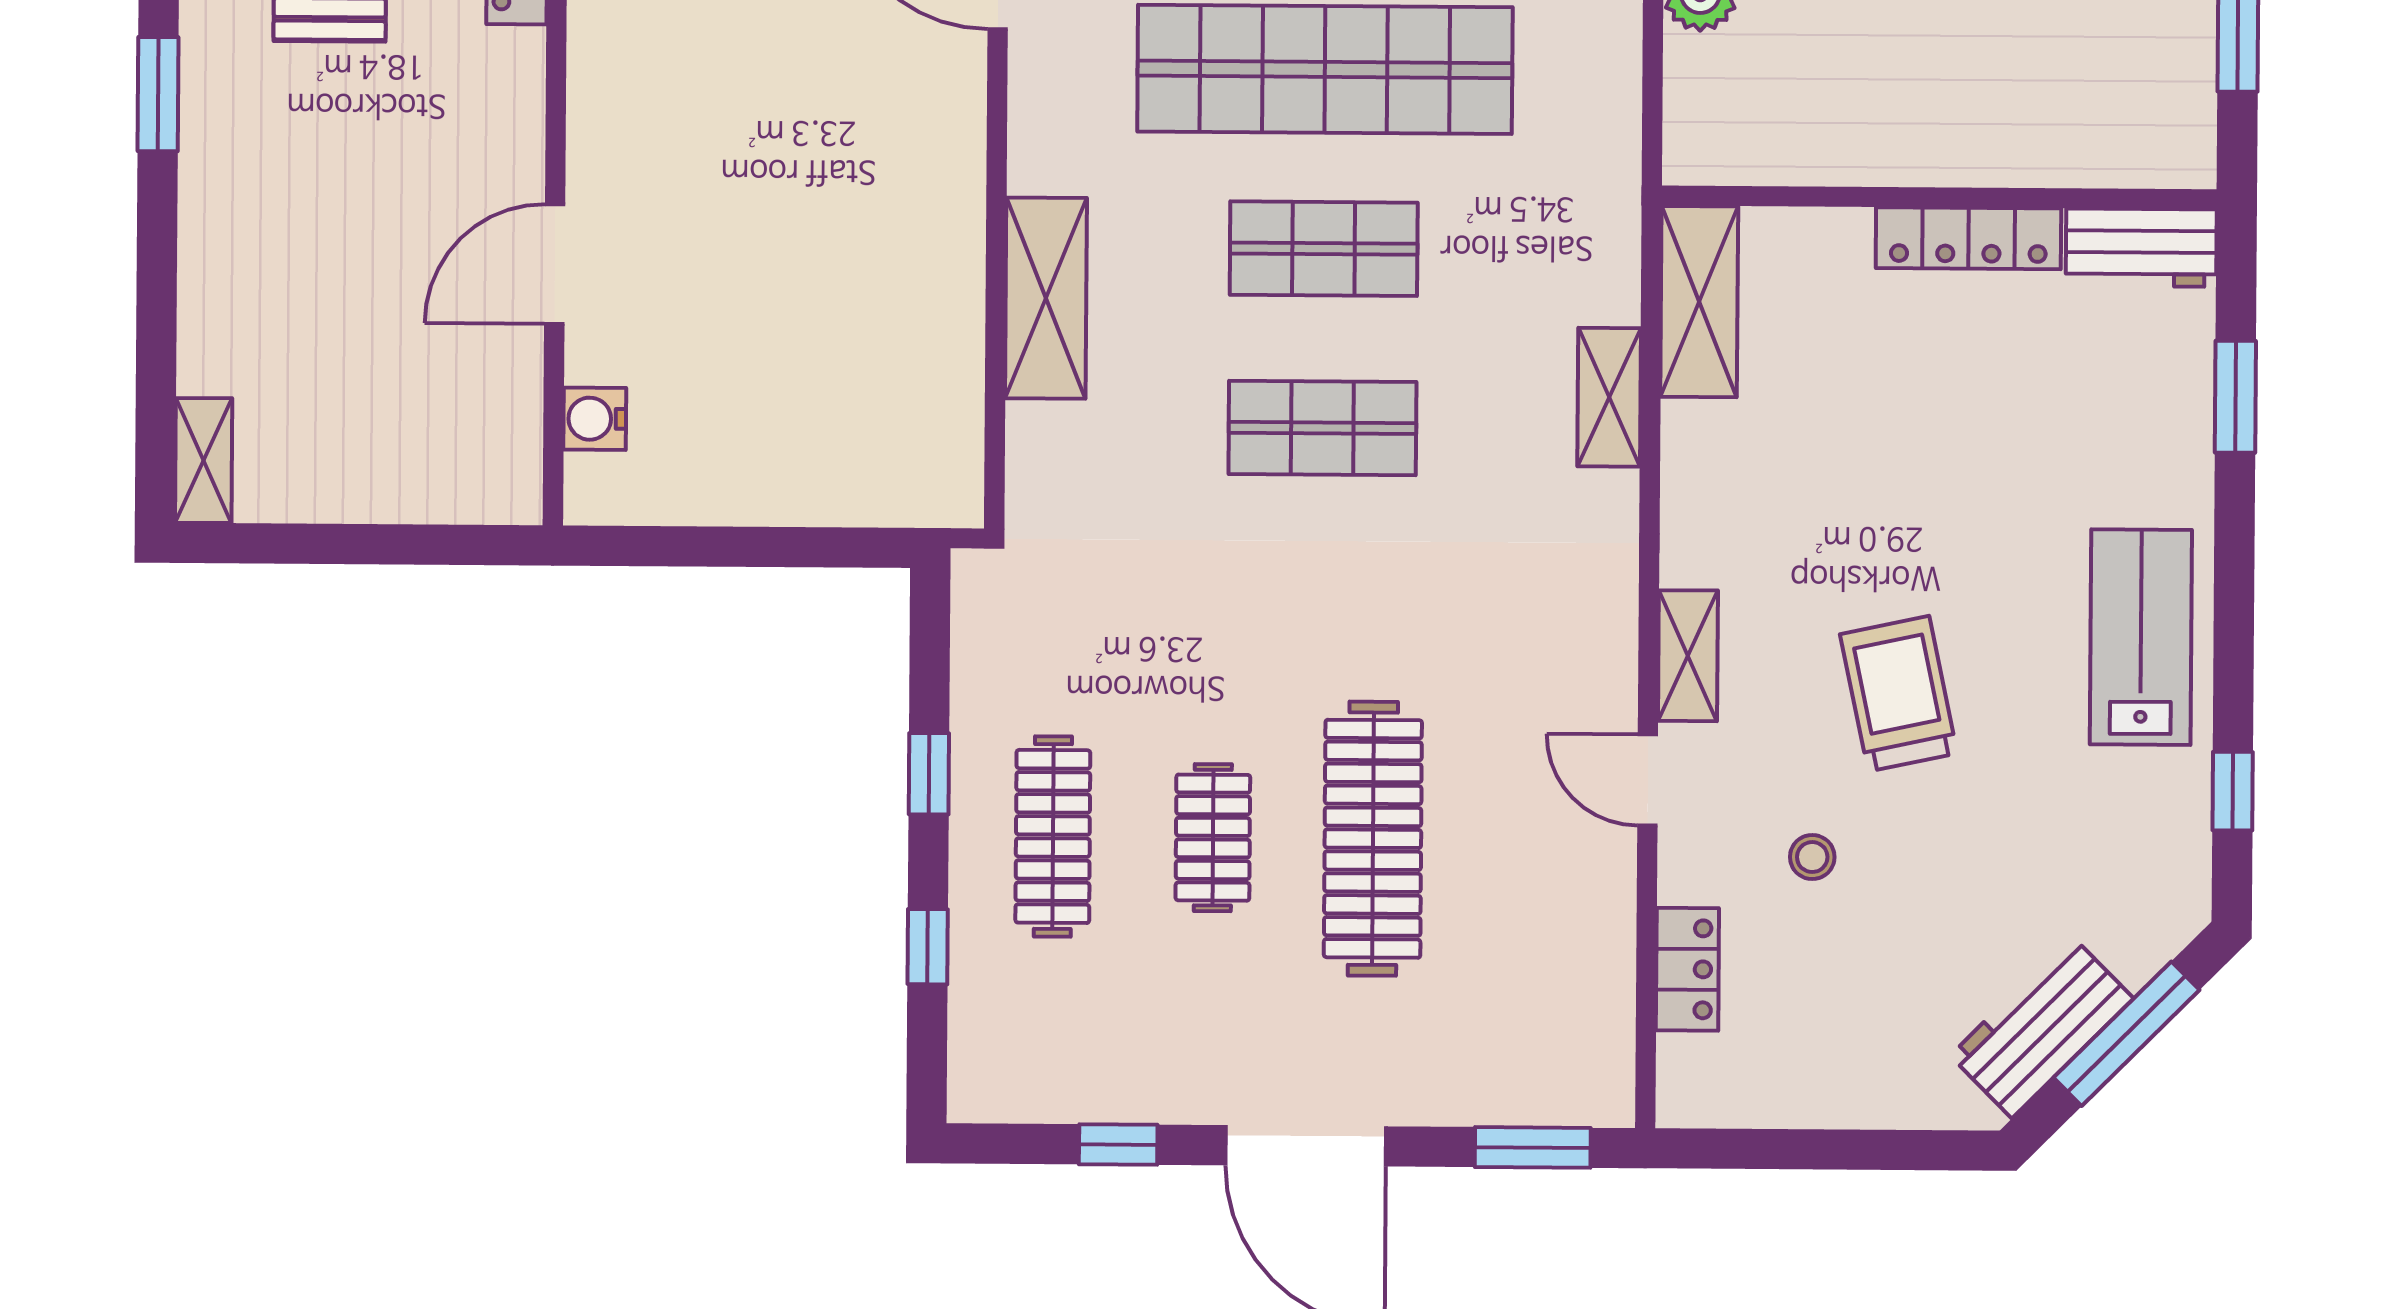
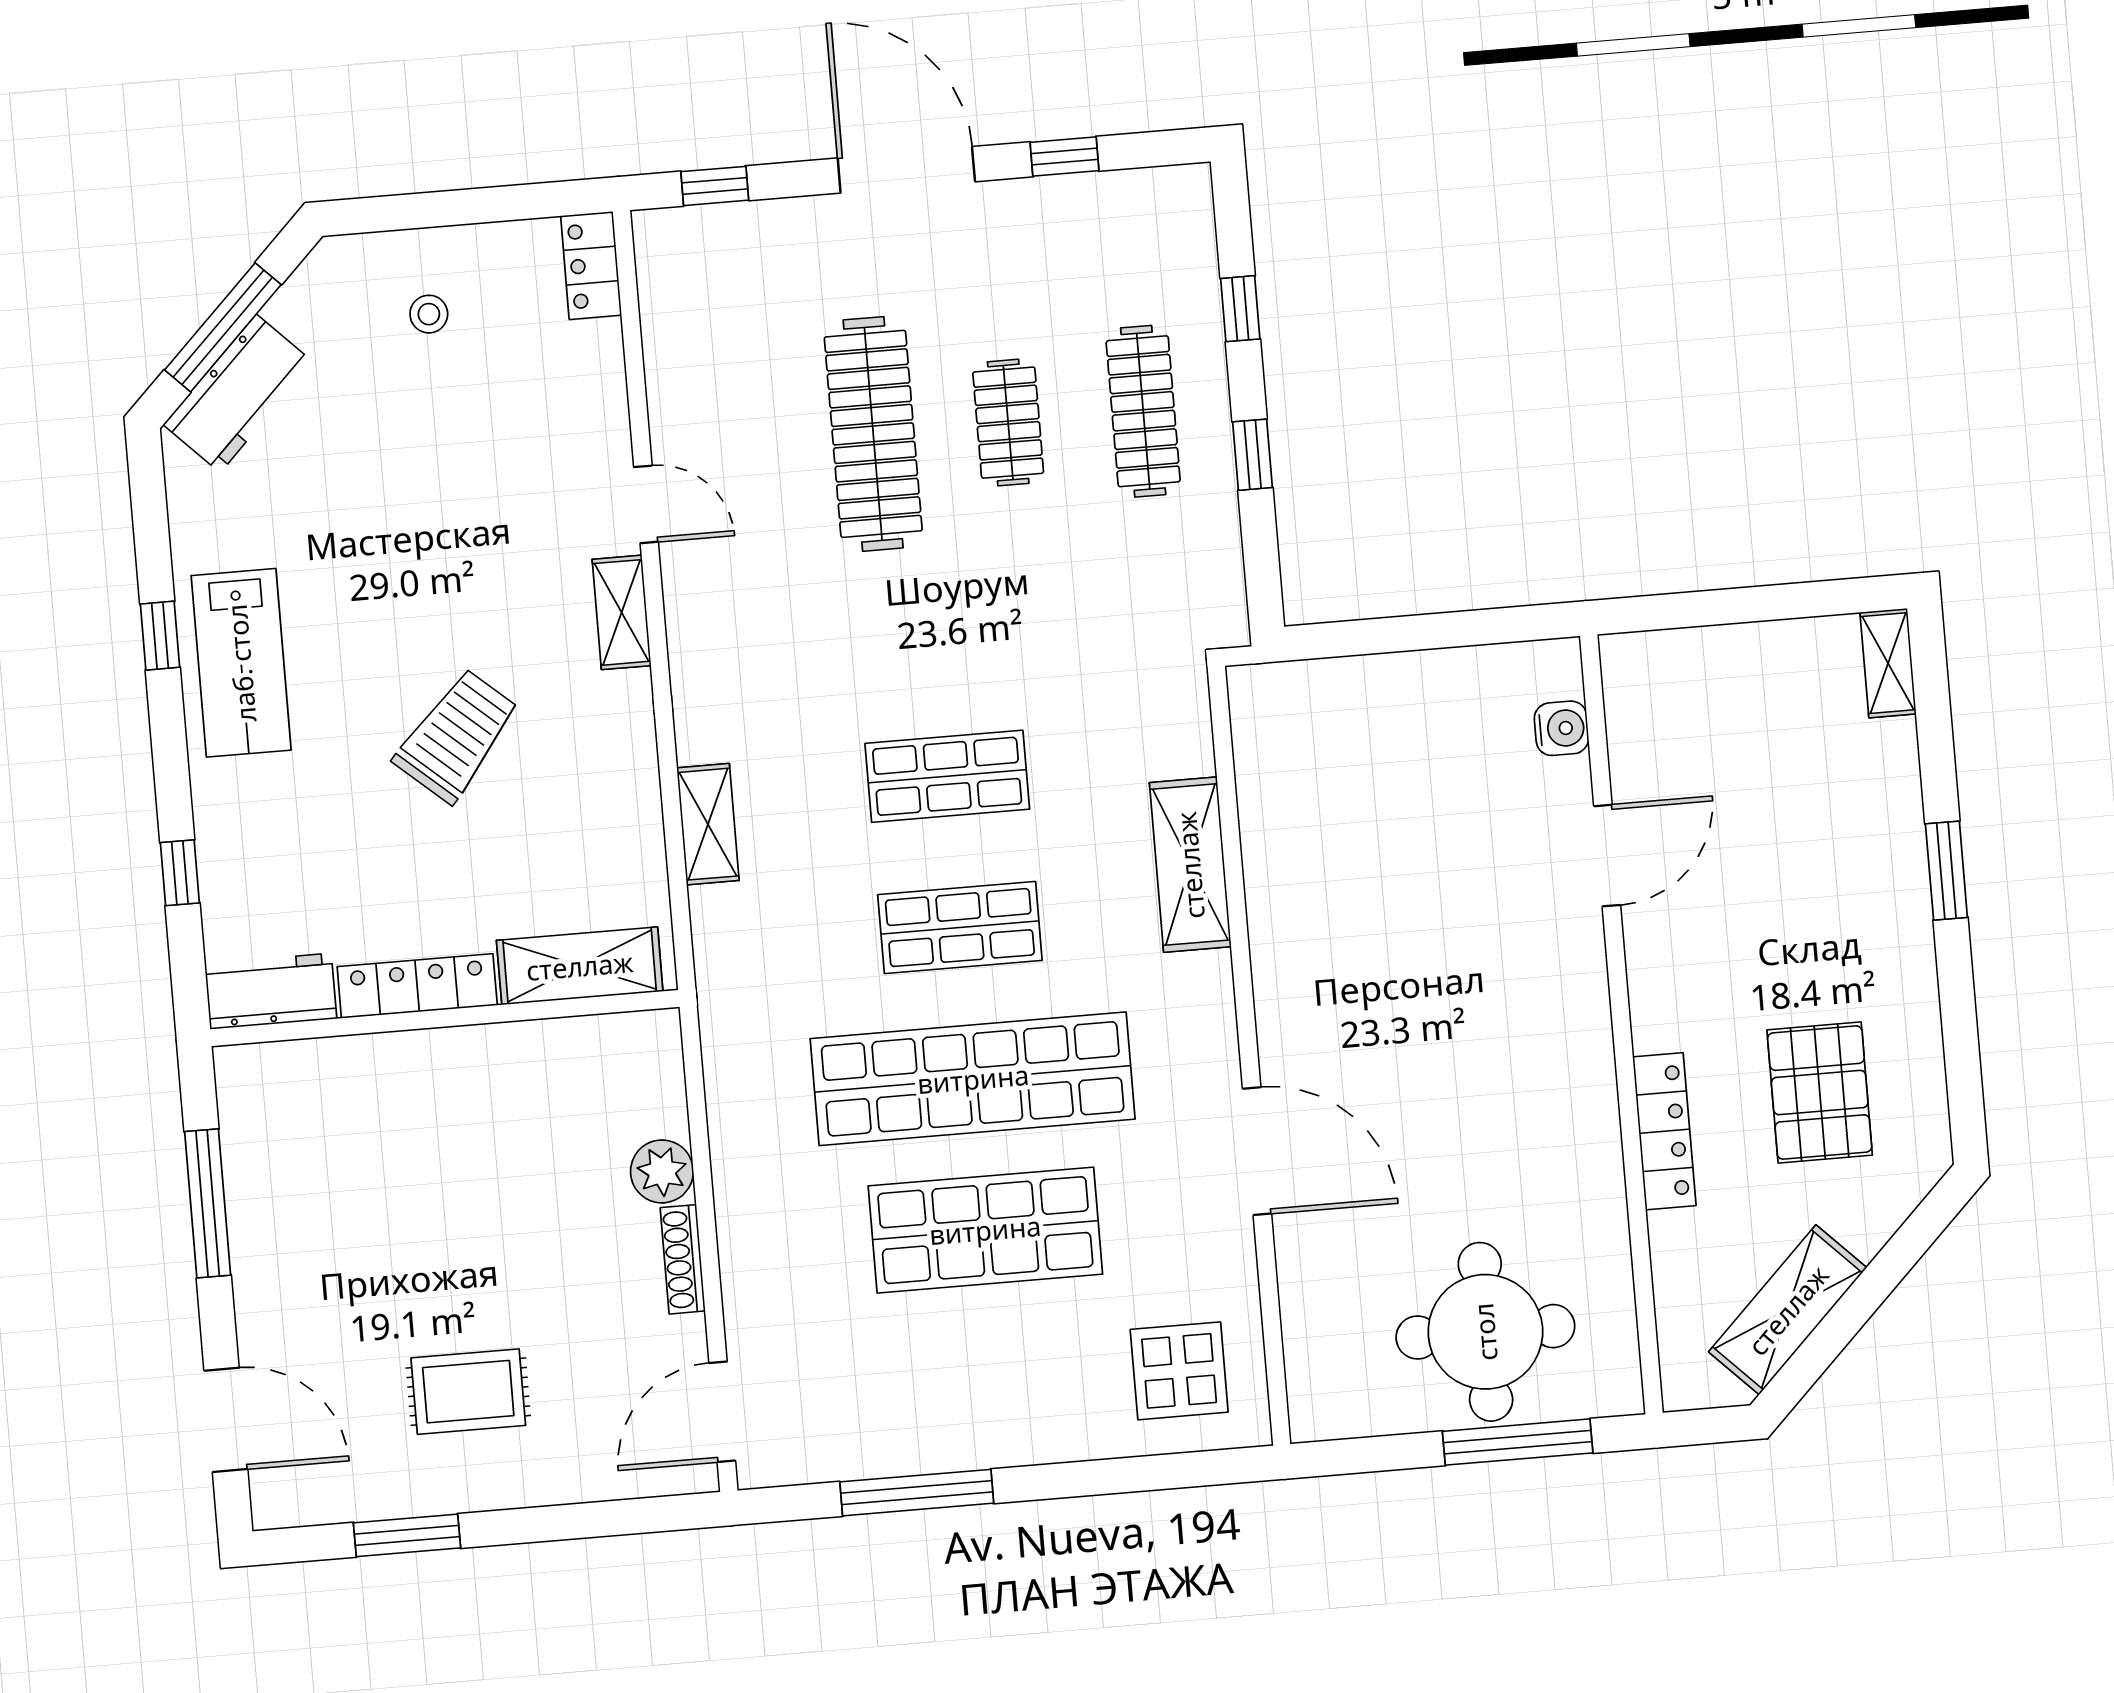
window: (158, 94) -> (1946, 871), moved
shelving: (1699, 302) -> (580, 966), moved, turned 90
window: (2235, 397) -> (180, 873), width x0.67
trolley: (1899, 694) -> (457, 736), moved, turned -127
window: (2233, 791) -> (160, 636), moved
stool: (1812, 857) -> (429, 314), moved
locker: (1687, 969) -> (591, 266), moved
workbench: (2042, 1027) -> (238, 393), moved
window: (1533, 1147) -> (715, 186), width x0.67

